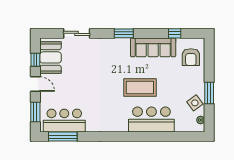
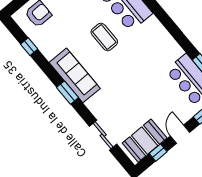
sofa: (153, 47) -> (75, 75), moved
coffee table: (140, 88) -> (104, 37), width x0.73, depth x0.76

